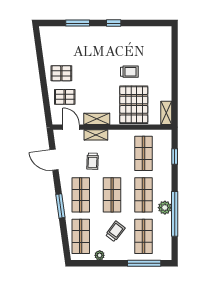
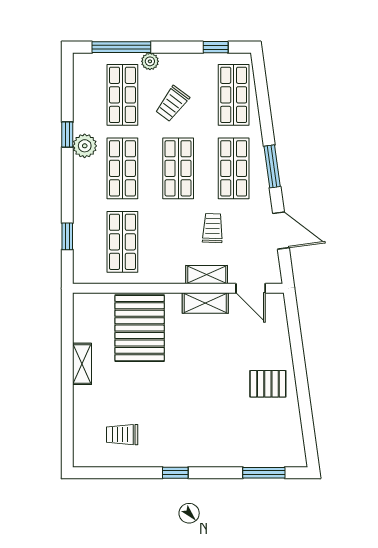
window: (78, 23) -> (264, 473), moved
trolley: (129, 72) -> (122, 435), moved
pallet: (65, 97) -> (262, 342), removed
shelving: (166, 113) -> (82, 364), moved
window: (60, 206) -> (272, 166), moved
window: (175, 214) -> (67, 135), width x0.32
plant: (100, 255) -> (150, 61), moved
window: (91, 263) -> (216, 47), added

